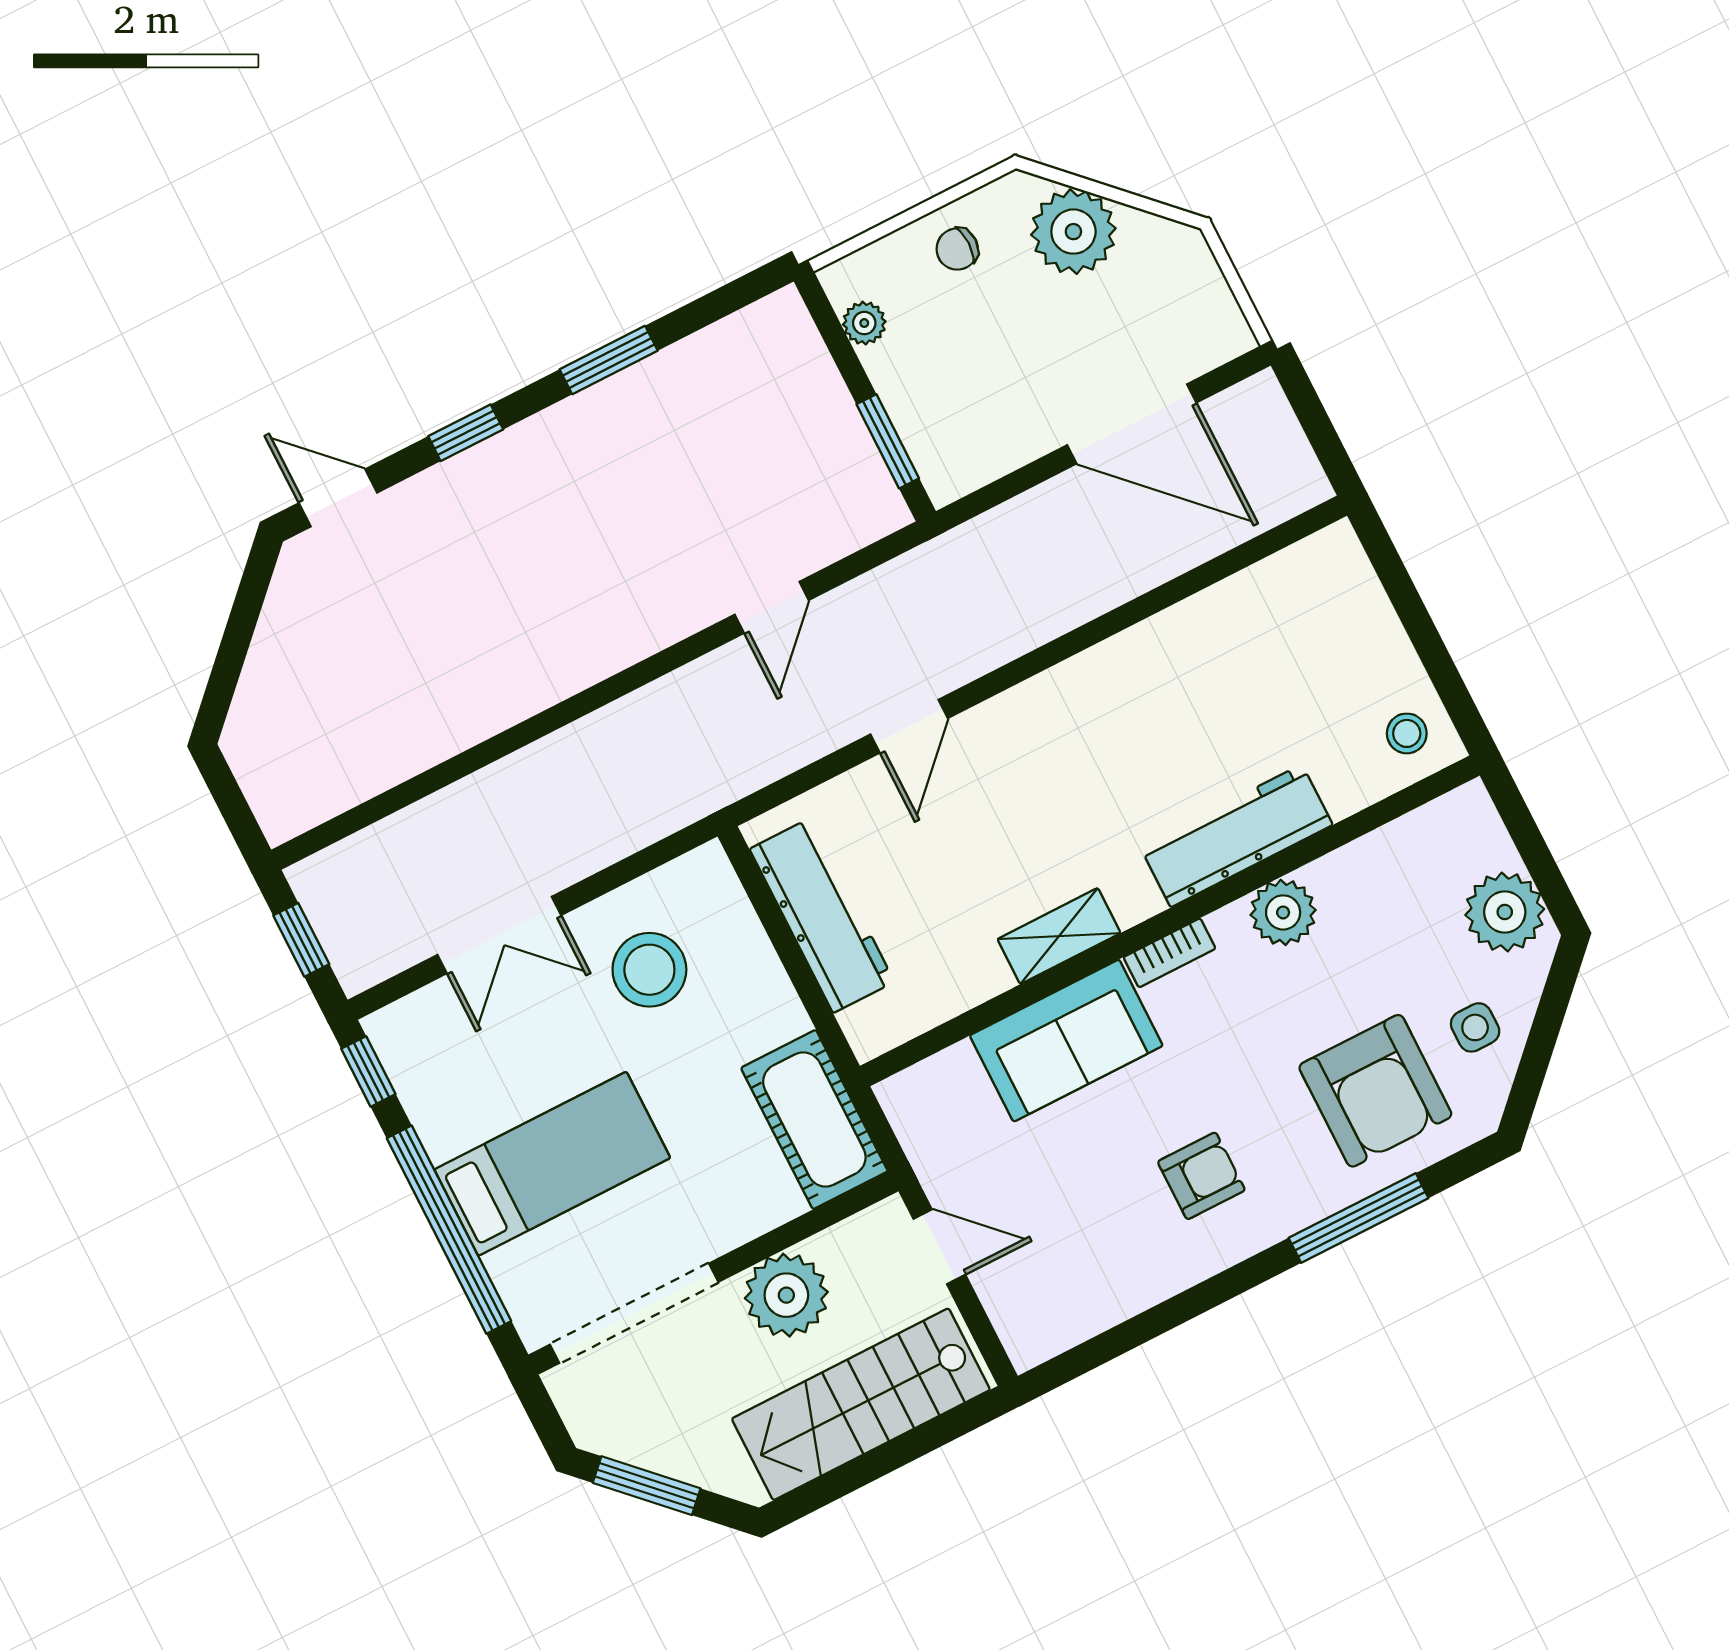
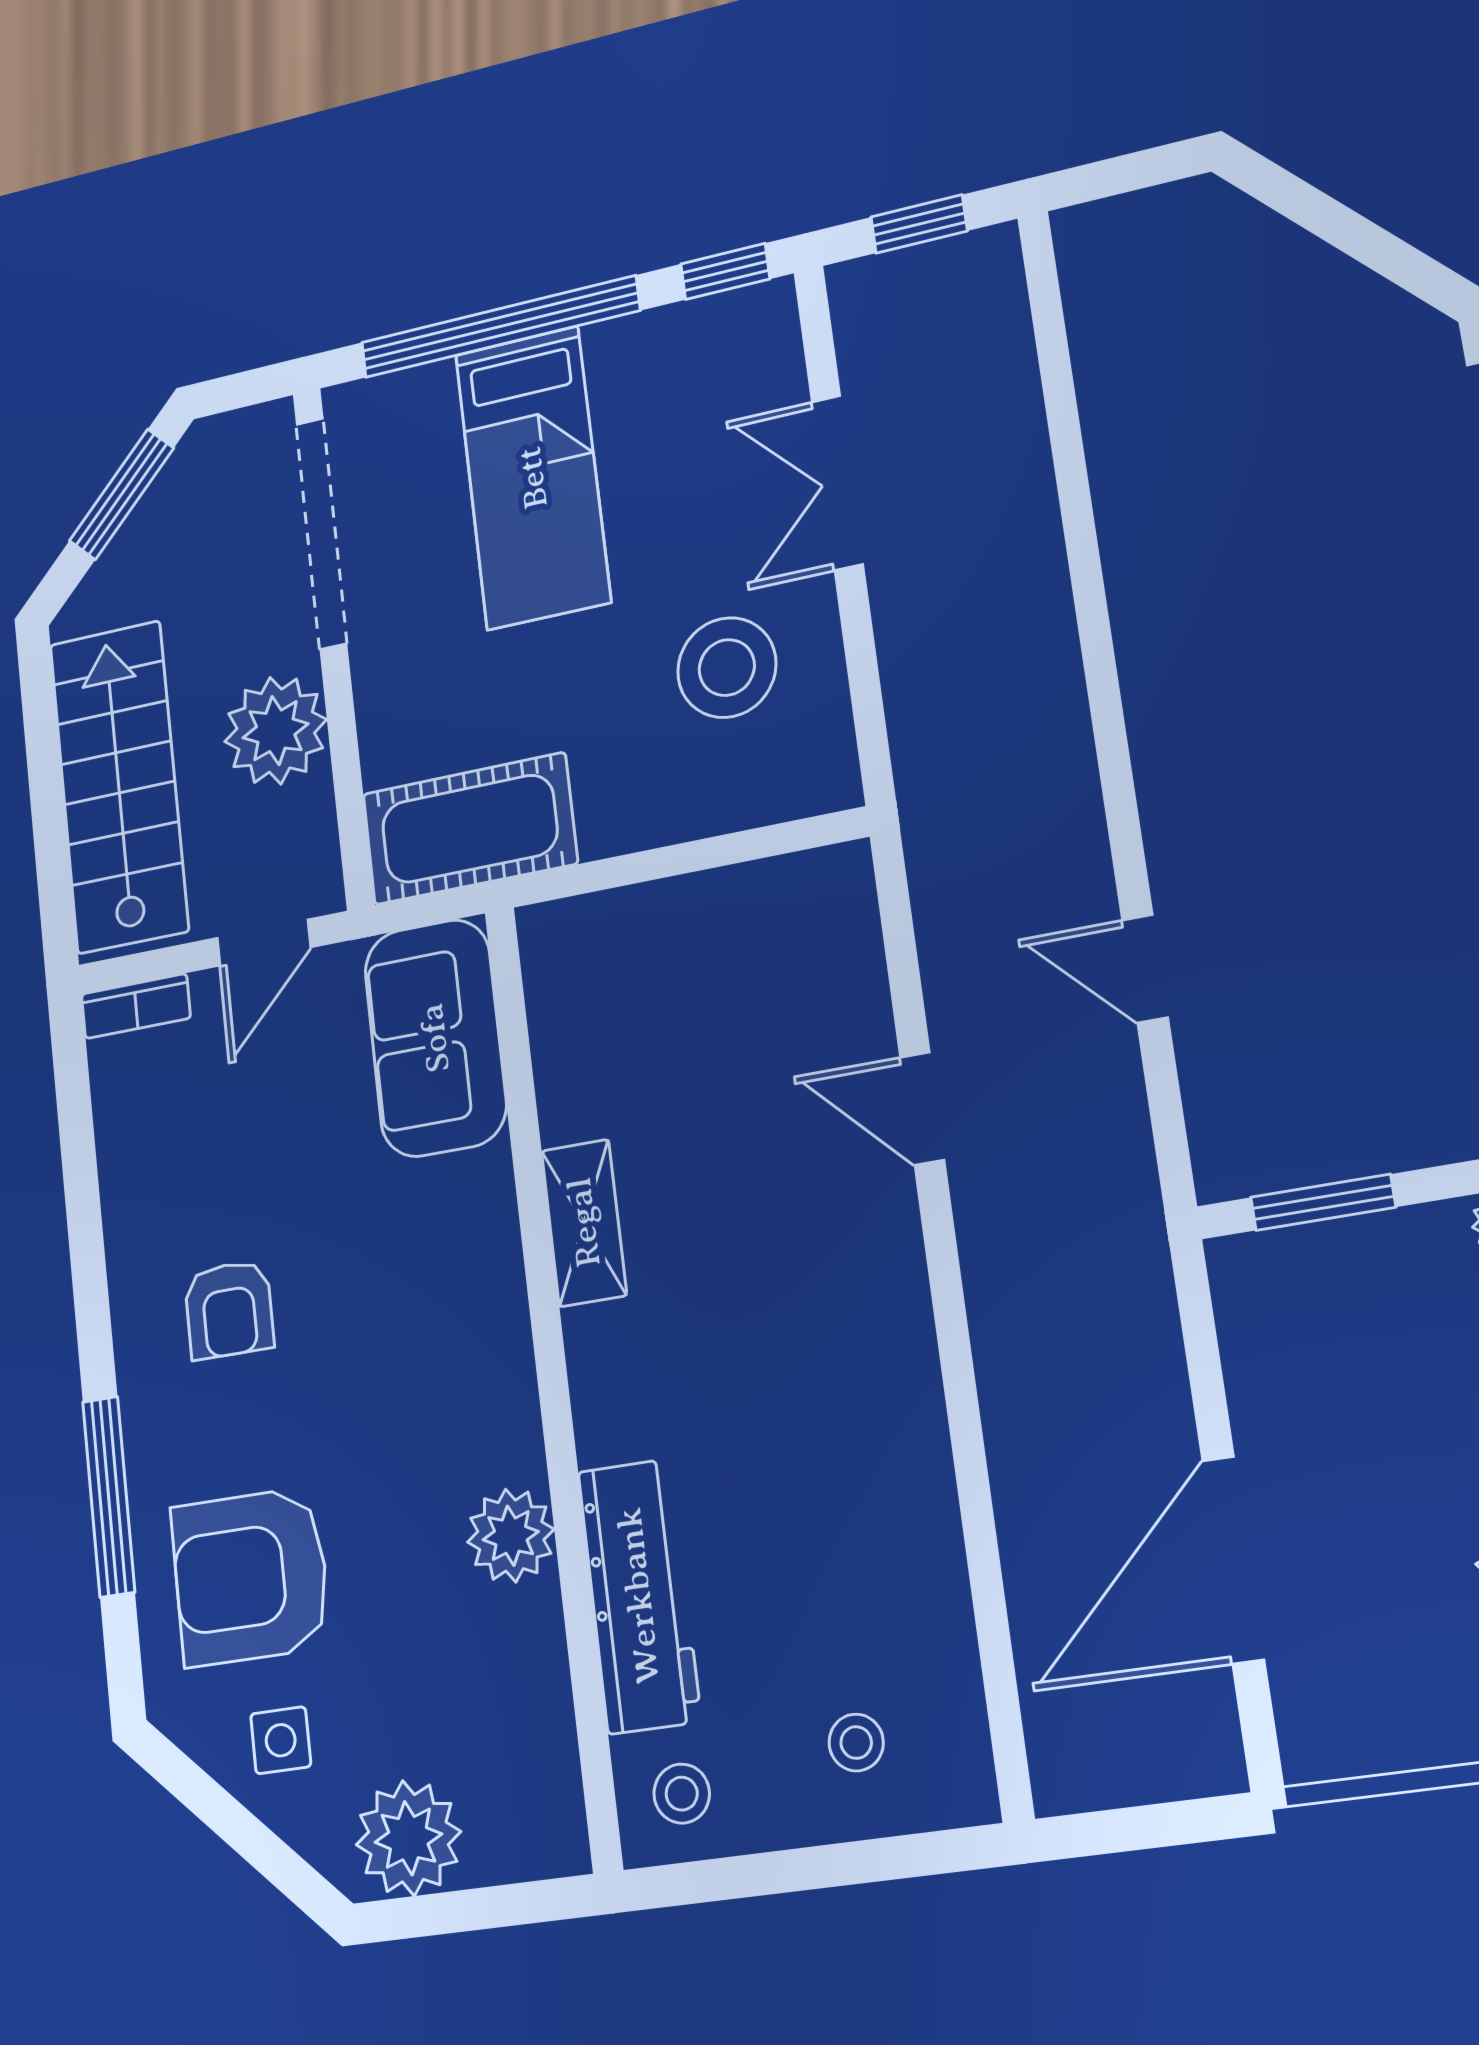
stool: (1332, 628) -> (856, 1743), added
workbench: (1236, 836) -> (639, 1596), moved
workbench: (822, 915) -> (717, 915), removed
bookcase: (1169, 953) -> (136, 1006), moved, turned -90
sofa: (1066, 1041) -> (435, 1038), moved

